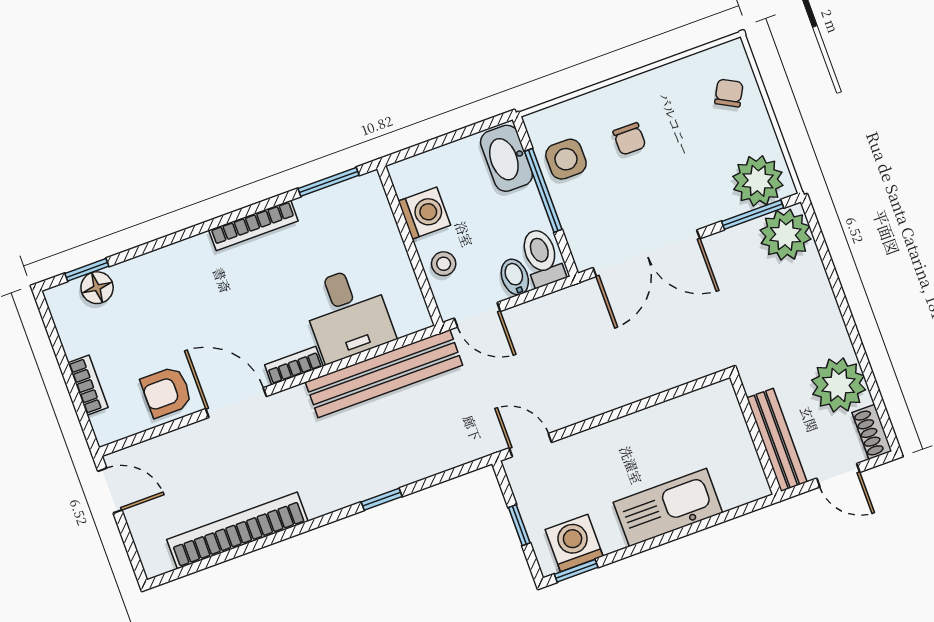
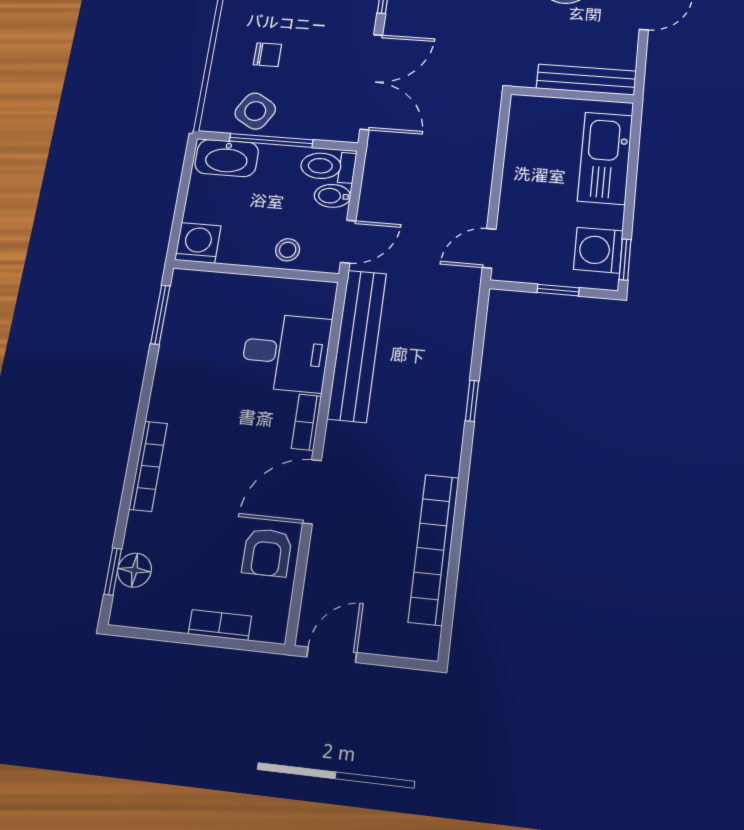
side table: (566, 159) -> (255, 111), turned 31
washing machine: (424, 213) -> (198, 243), moved
bookcase: (253, 226) -> (148, 466), moved
wall: (756, 434) -> (572, 95), moved
bench: (777, 440) -> (586, 80), moved

